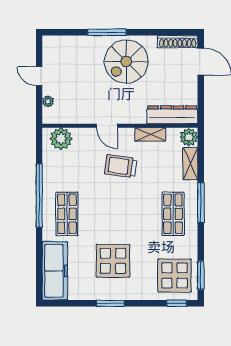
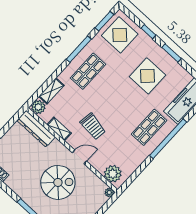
spiral stairs: (126, 62) -> (58, 182), moved
plant: (48, 101) -> (109, 193), moved
door: (107, 126) -> (79, 157), hinge flipped
window: (39, 195) -> (168, 139), moved
window: (201, 203) -> (79, 49), moved
window: (177, 303) -> (148, 32), moved

